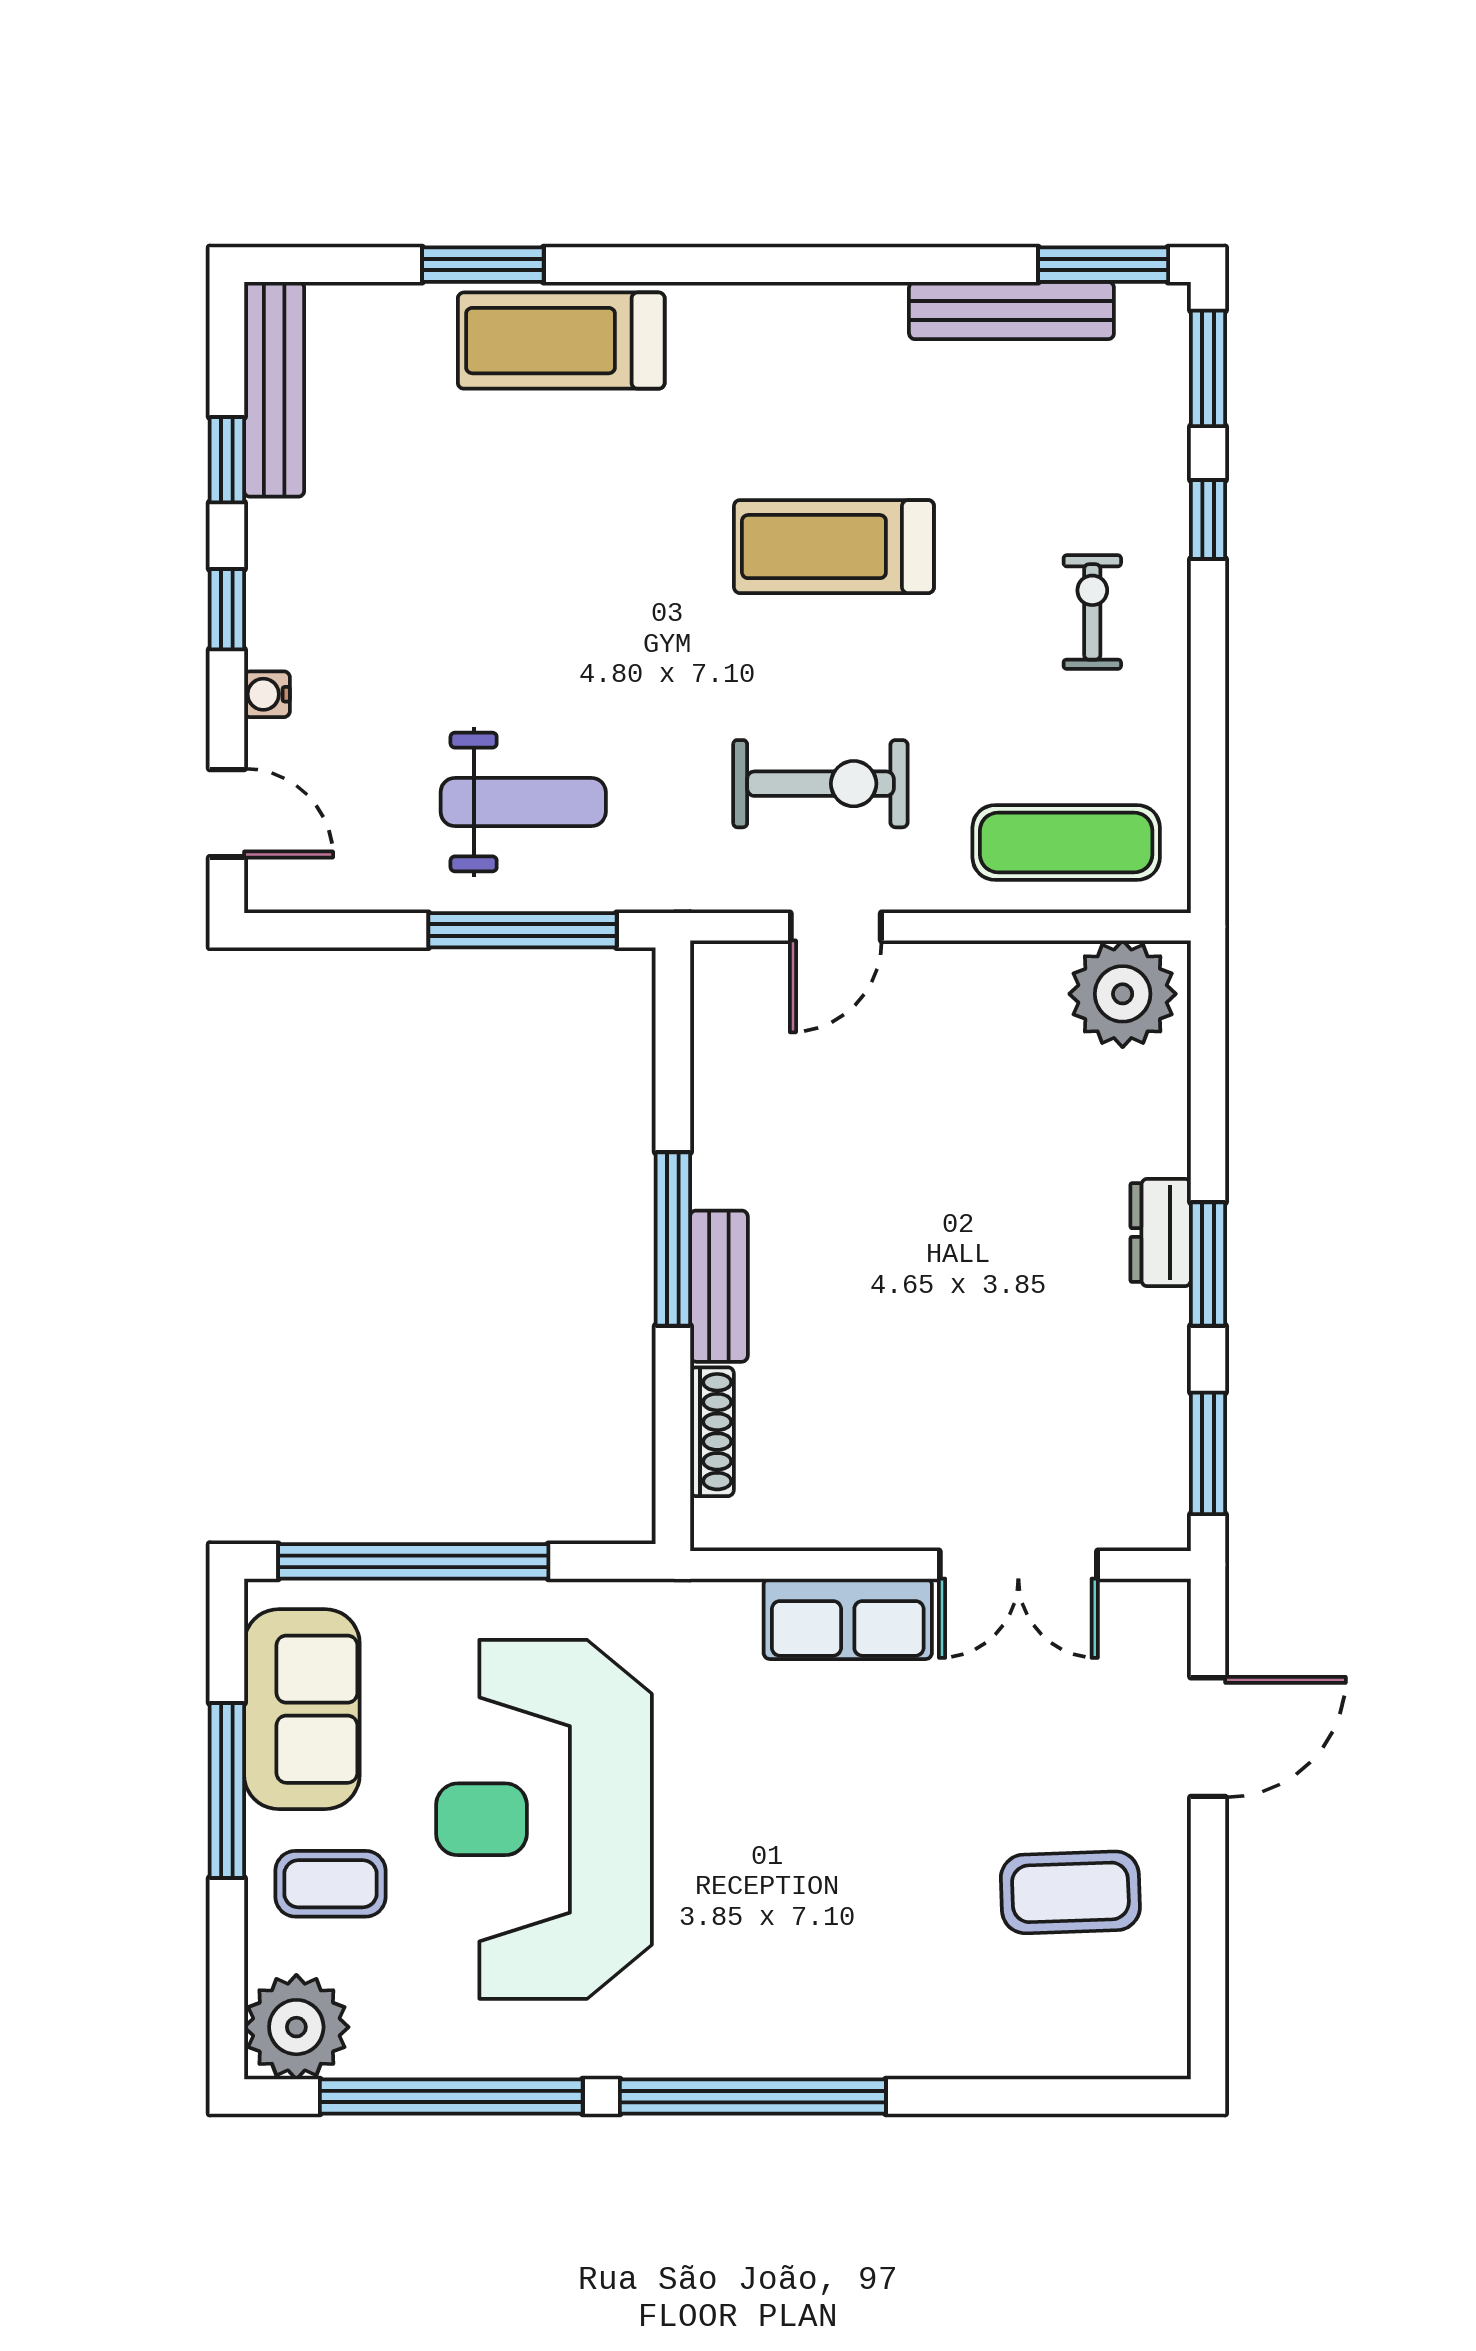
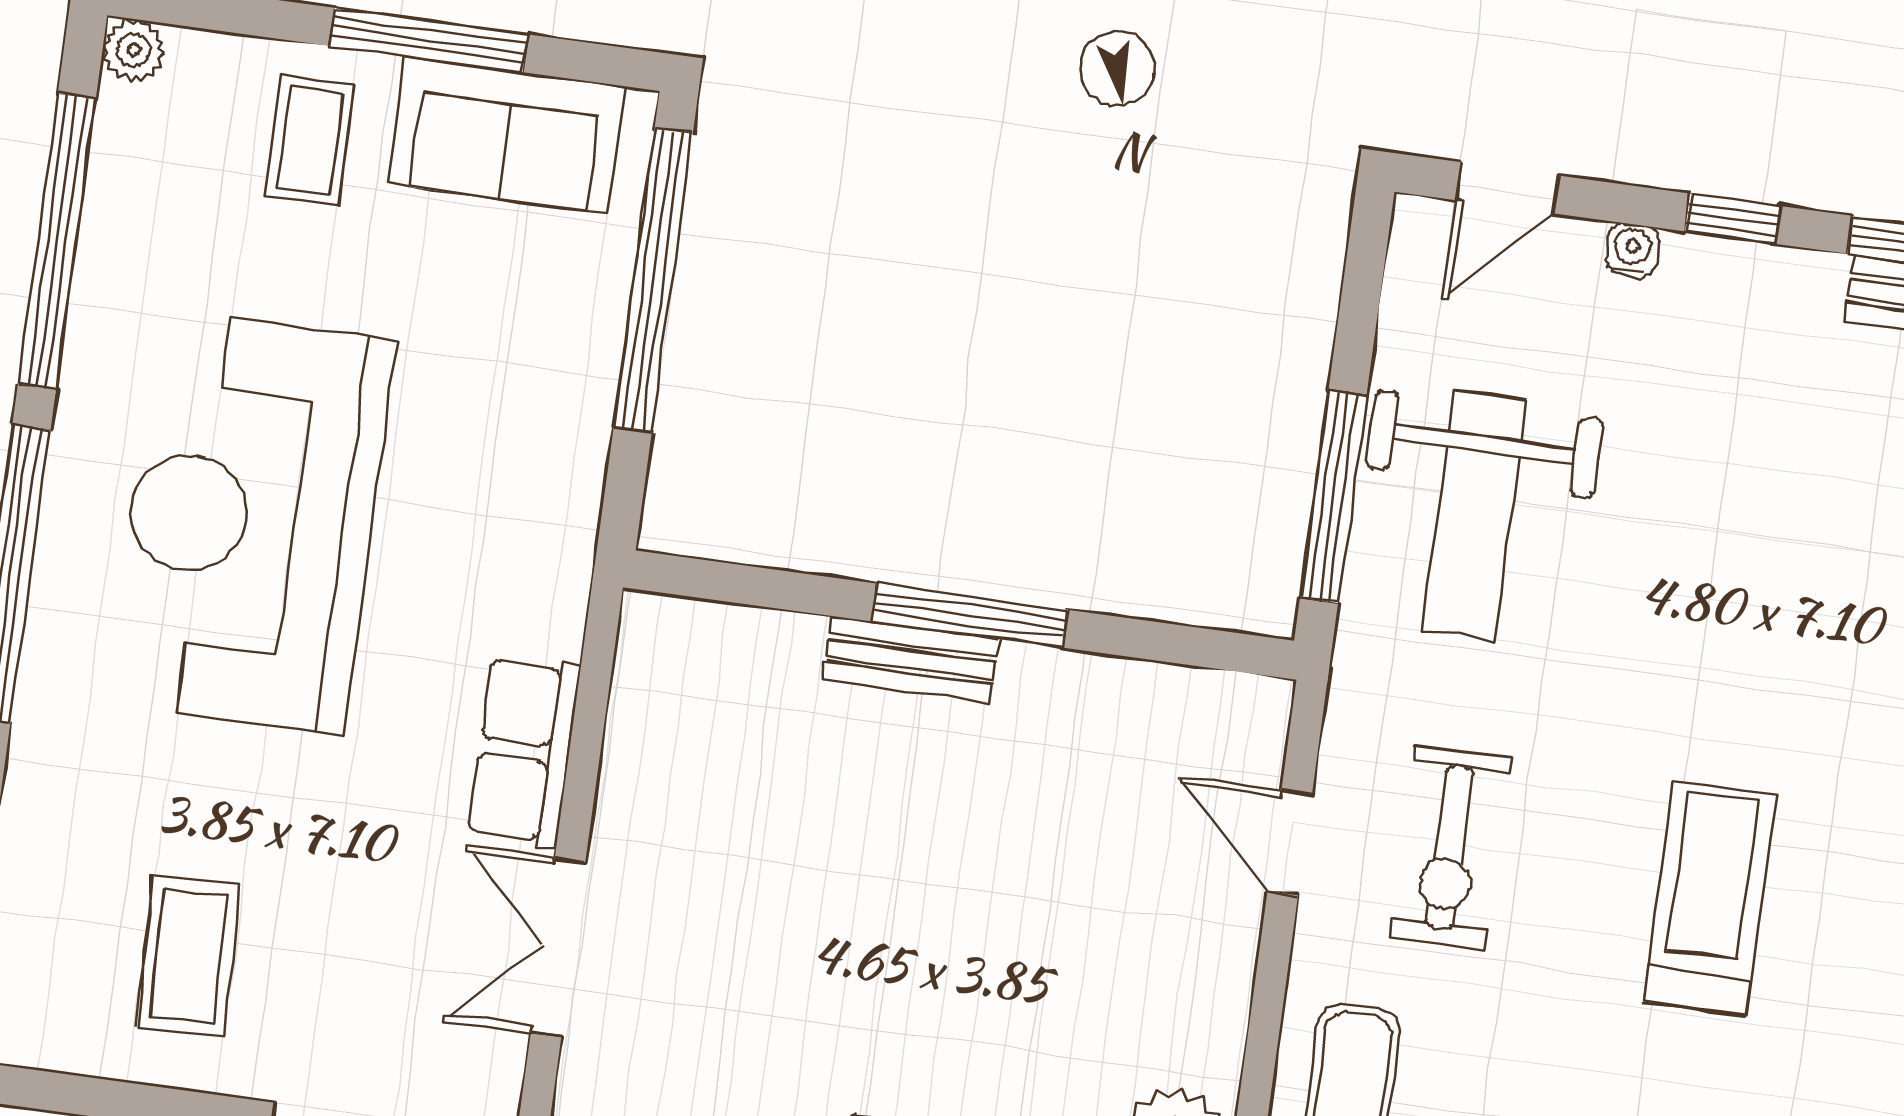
weight bench: (523, 802) -> (1475, 516), width x1.36, depth x1.33
shoe rack: (712, 1432) -> (751, 630), removed
reception desk: (544, 1819) -> (251, 521), moved, turned -90
plant: (296, 2027) -> (134, 50), width x0.53, depth x0.53

